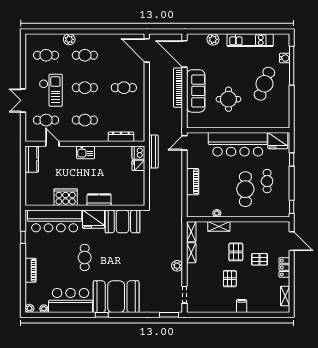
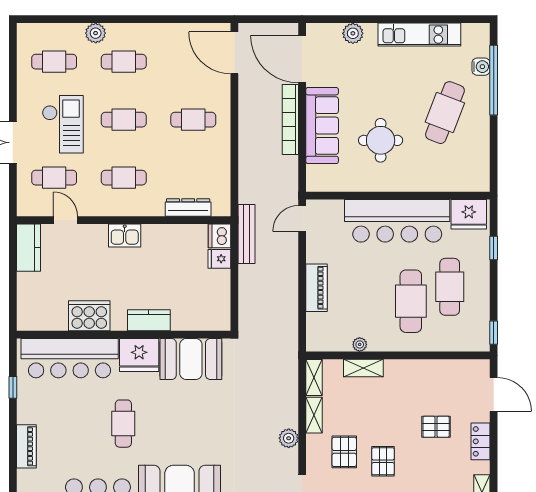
cafe table: (267, 181) -> (450, 287), width x1.37, depth x1.35
pallet: (236, 252) -> (344, 452), moved

